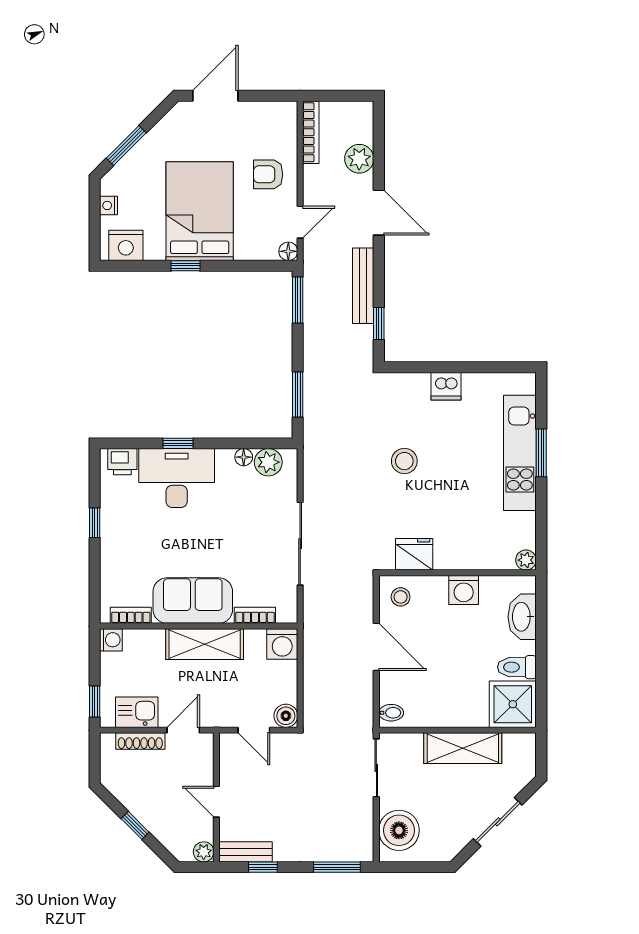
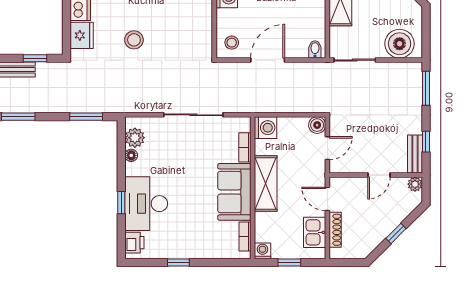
fridge: (414, 554) -> (82, 35), moved, turned 180
window: (95, 701) -> (289, 263), moved

